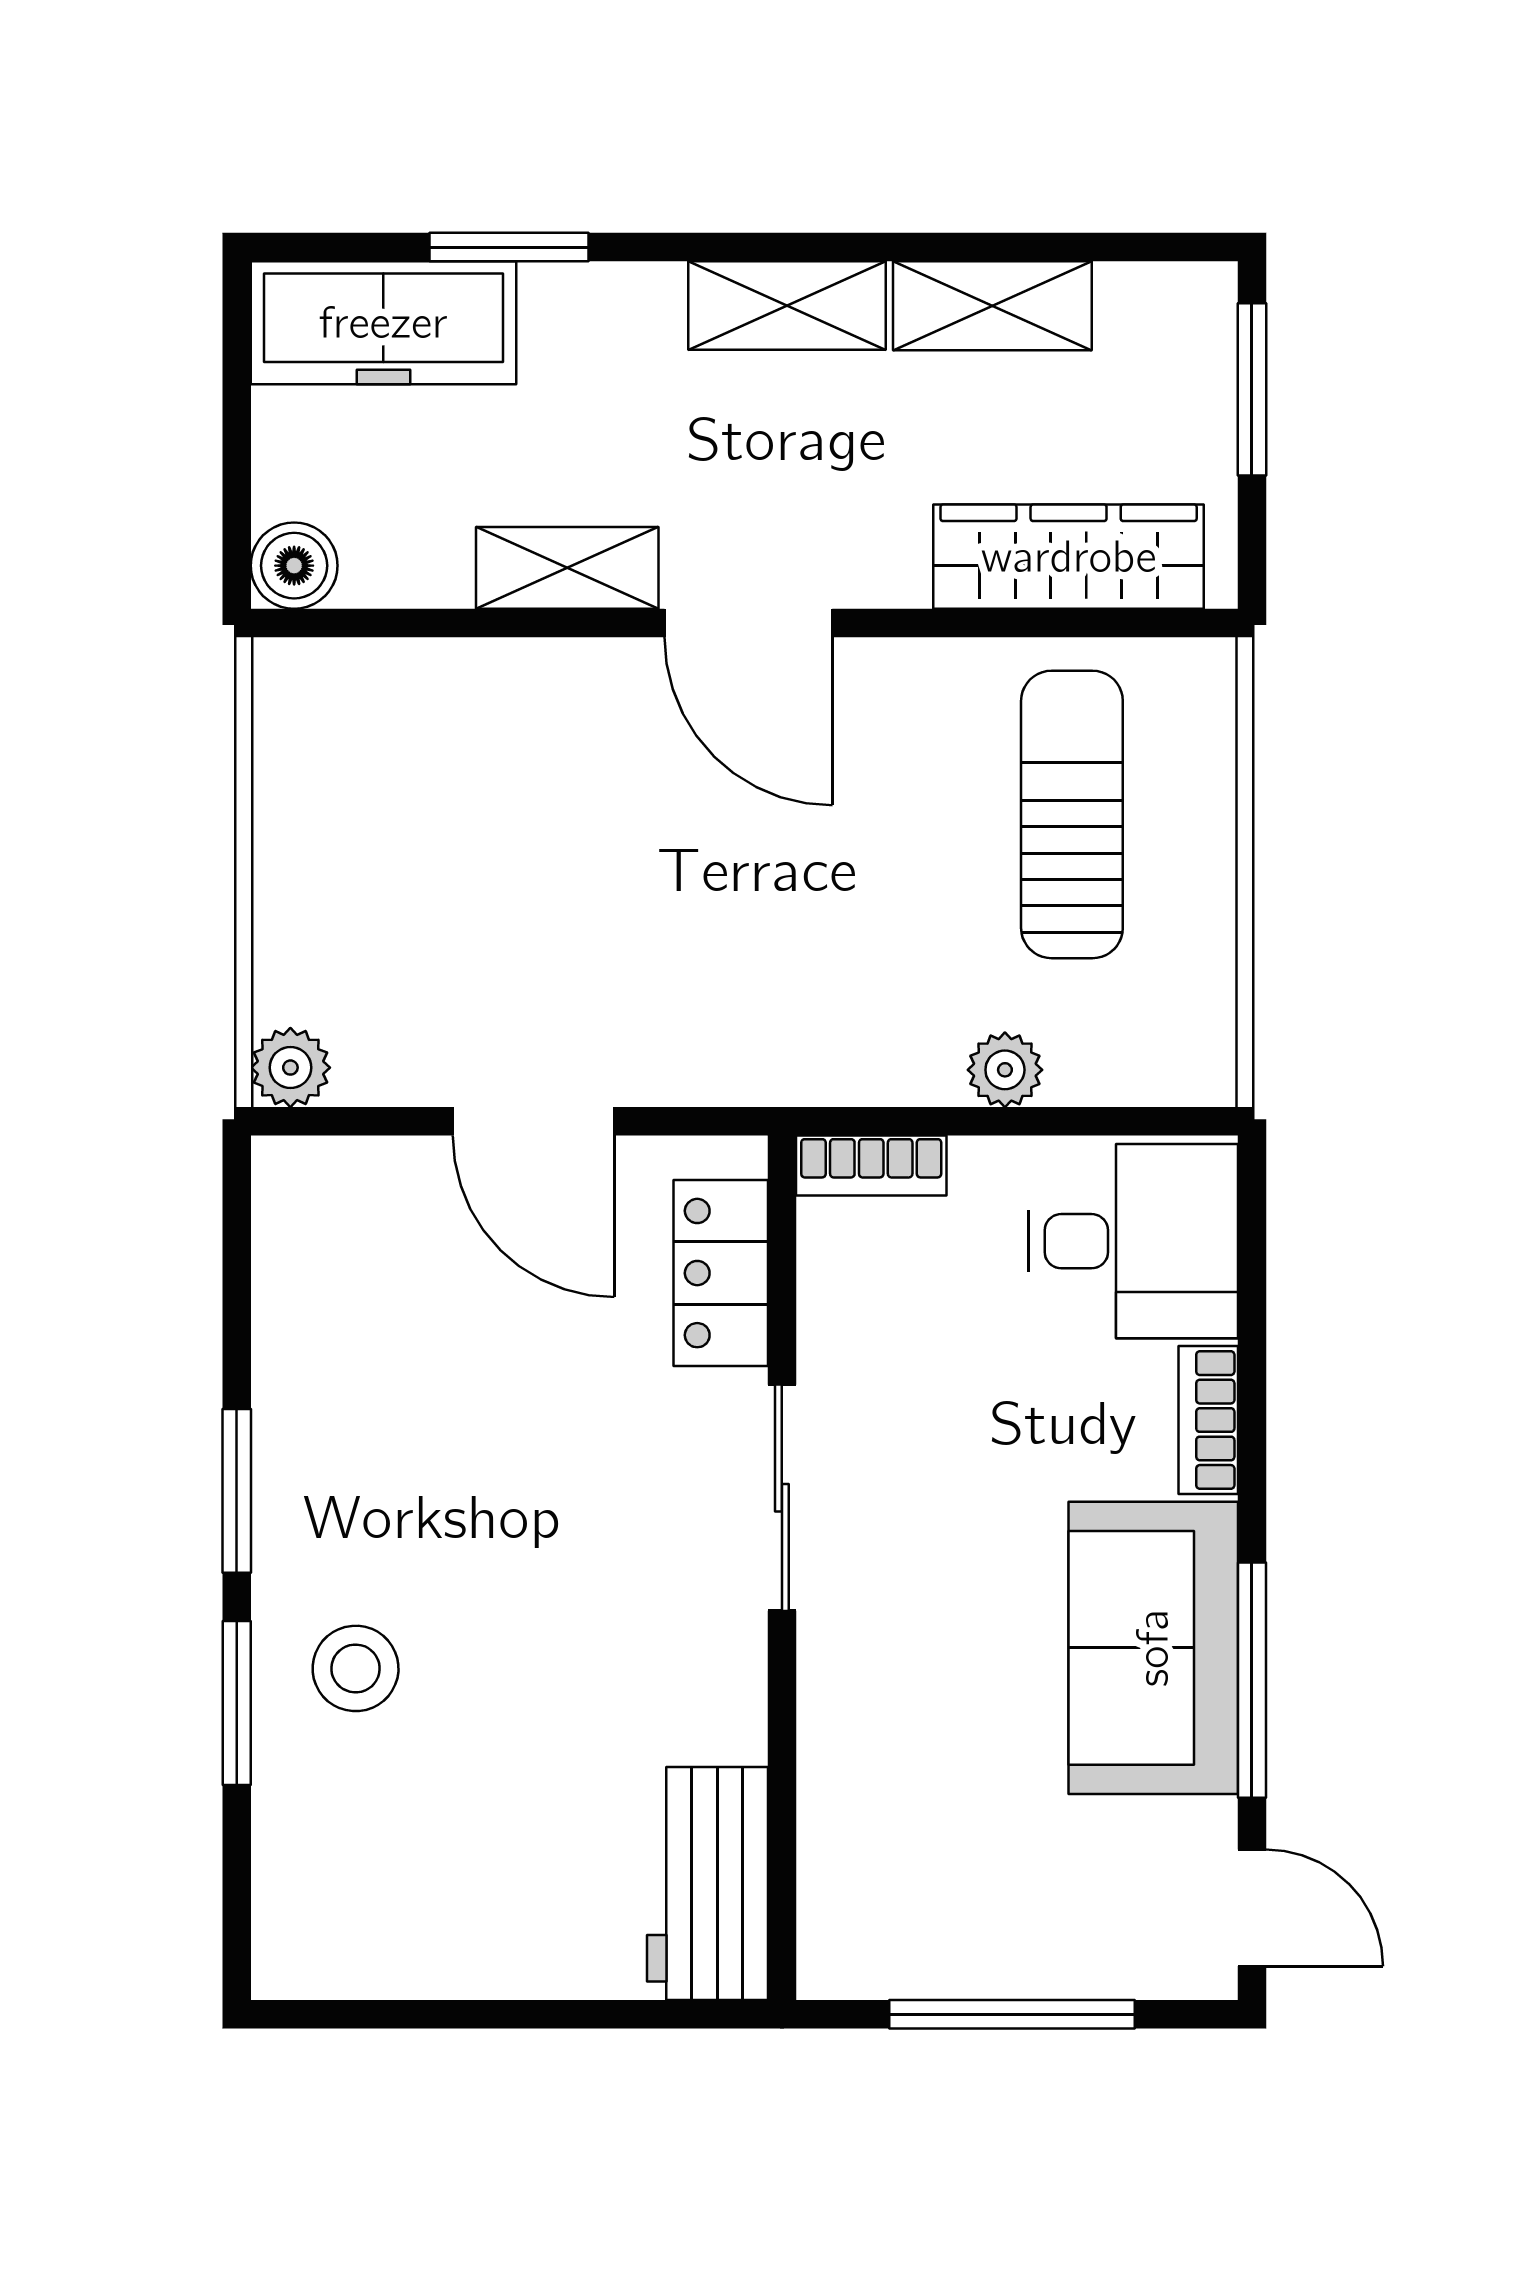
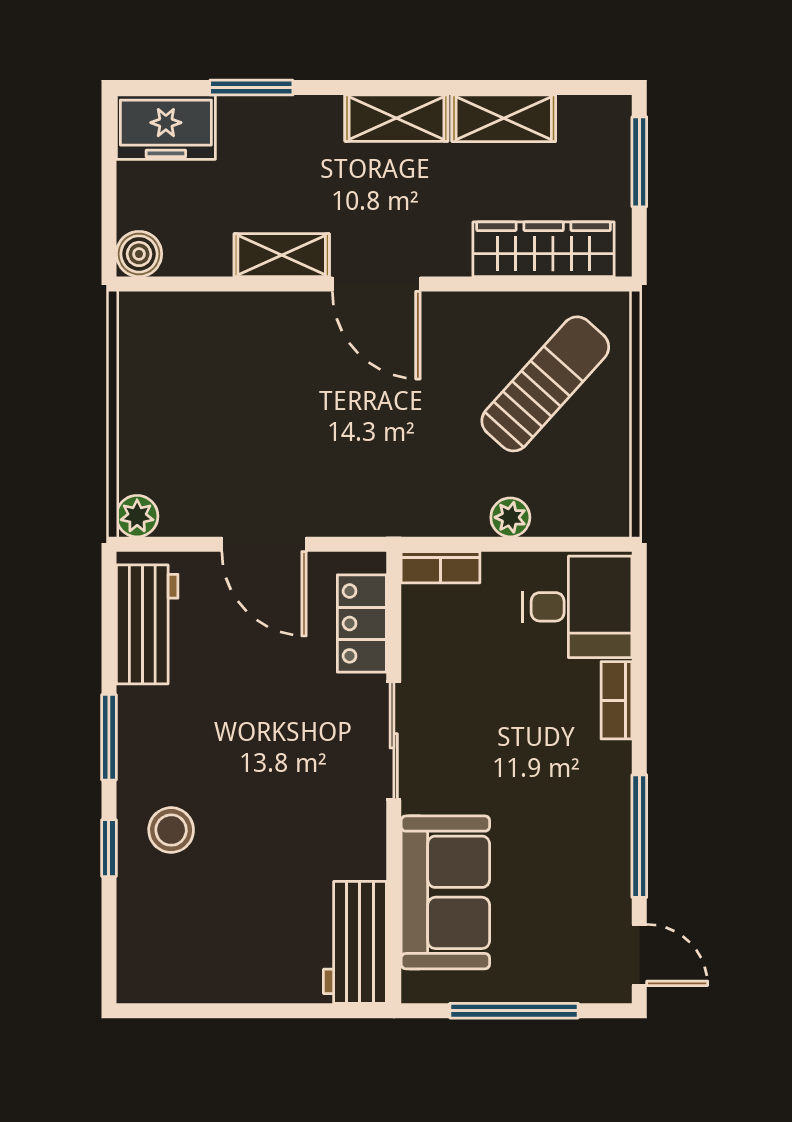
freezer: (383, 323) -> (166, 127), width x0.71
sun lounger: (1072, 814) -> (545, 384), turned 42
workbench: (310, 1275) -> (147, 624), added
sofa: (1153, 1648) -> (445, 892), moved, turned 180
window: (237, 1703) -> (109, 848), width x0.67

